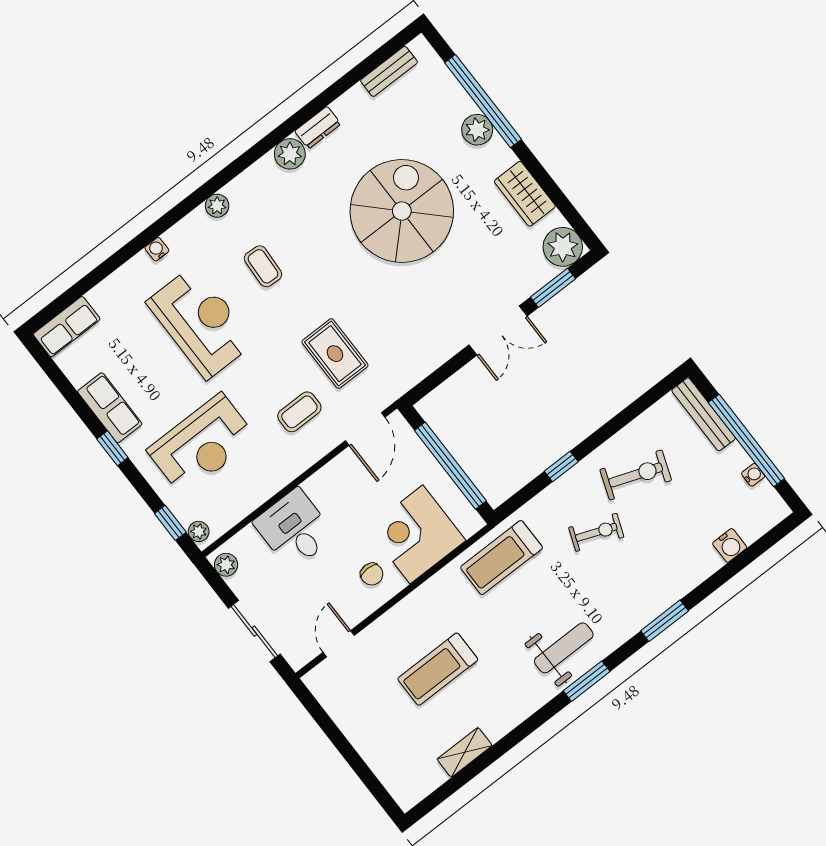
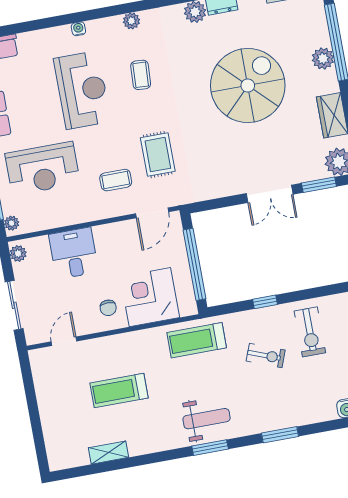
exercise bike: (636, 475) -> (310, 332), turned 70

